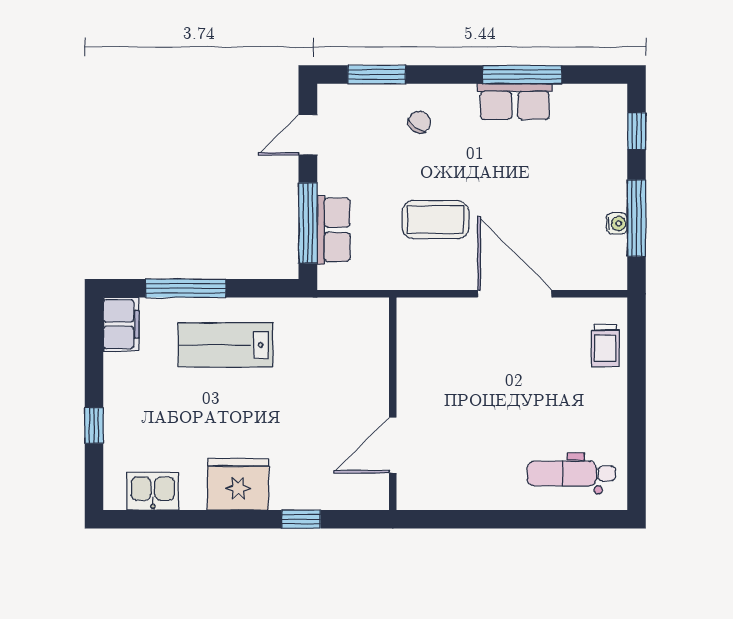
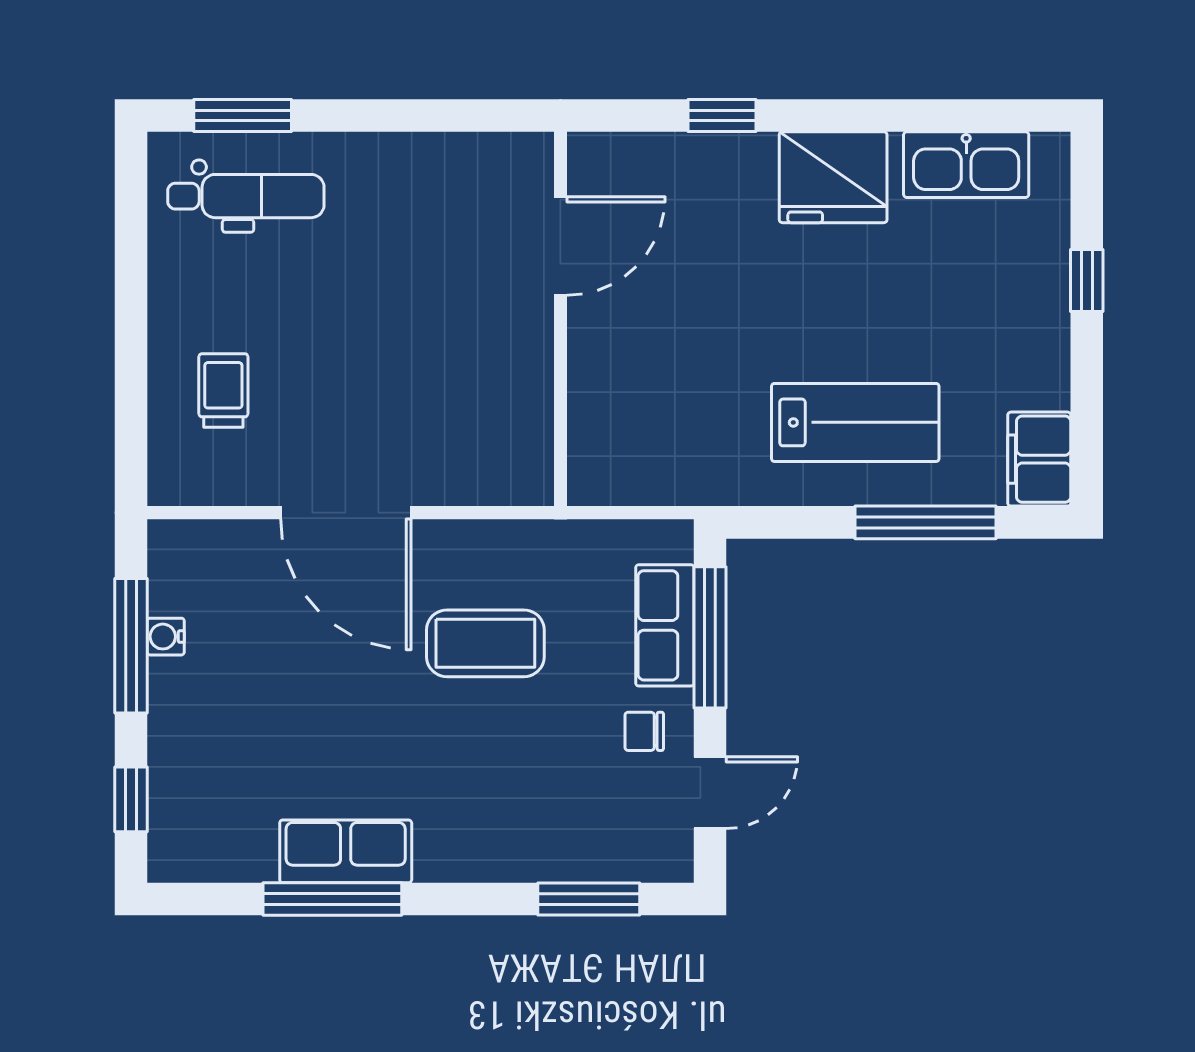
chair: (420, 122) -> (644, 731), moved, turned 51
trolley: (605, 345) -> (223, 390), moved
kitchen sink: (153, 491) -> (966, 165), width x1.38
window: (573, 519) -> (243, 116), added

